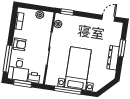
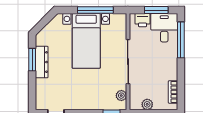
armchair: (20, 44) -> (168, 61), removed
window: (122, 48) -> (32, 60), moved

